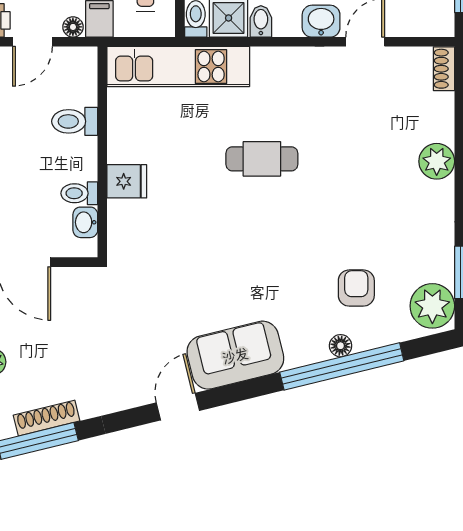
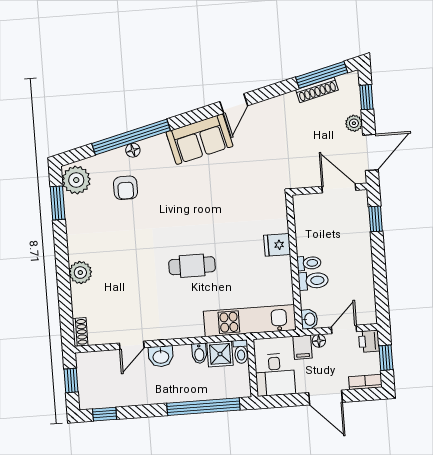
toilet: (79, 193) -> (309, 263), moved
washbasin: (85, 222) -> (309, 319), moved

